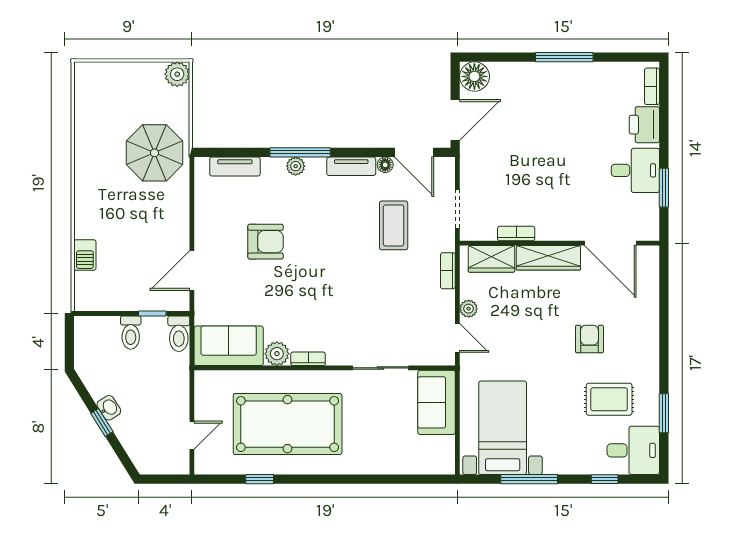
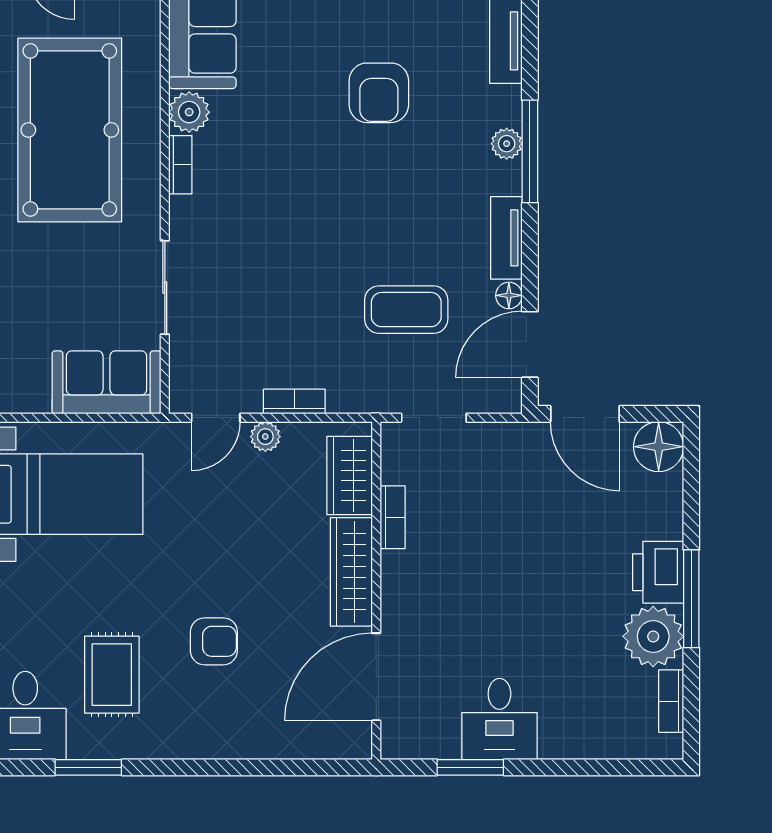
plant: (587, 80) -> (653, 636), added
bookcase: (652, 86) -> (671, 701), moved, turned -90
printer: (644, 125) -> (658, 572), moved, turned -90
bookcase: (448, 271) -> (294, 402), moved

